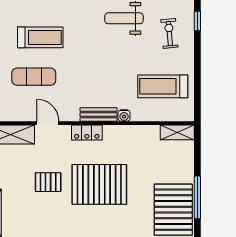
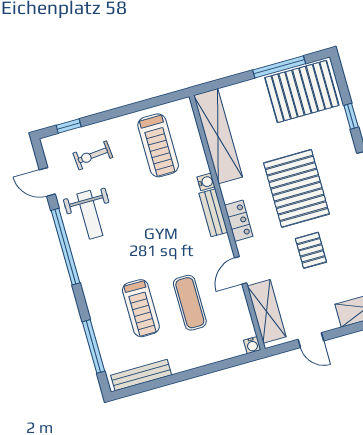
treadmill: (40, 37) -> (141, 308), turned 180
shelving: (177, 132) -> (218, 136), width x2.20, depth x1.33

